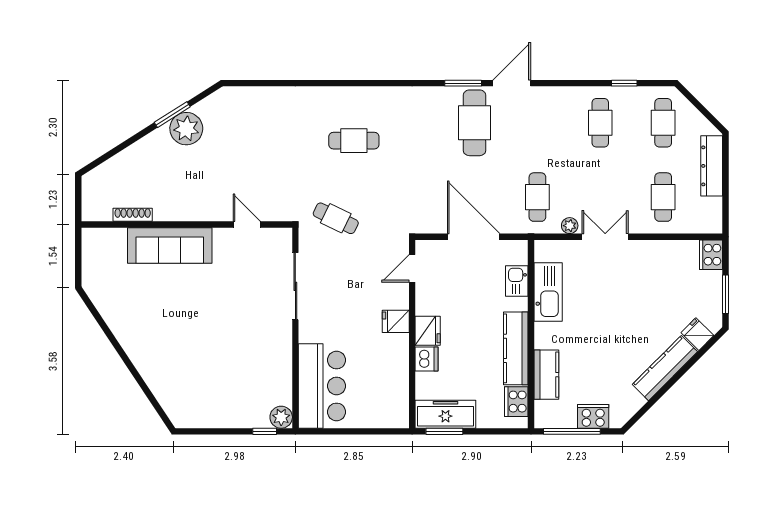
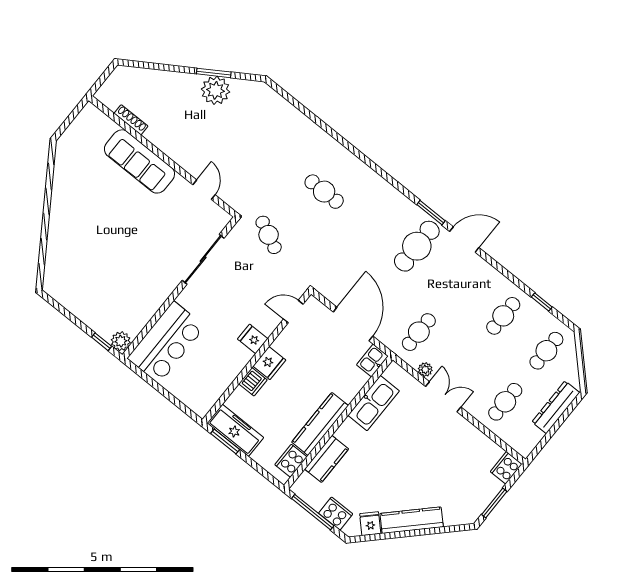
kitchen sink: (517, 281) -> (372, 360), moved
fridge: (697, 334) -> (370, 524), moved

